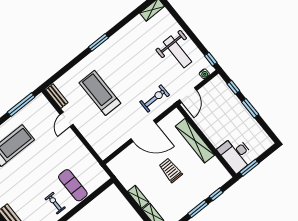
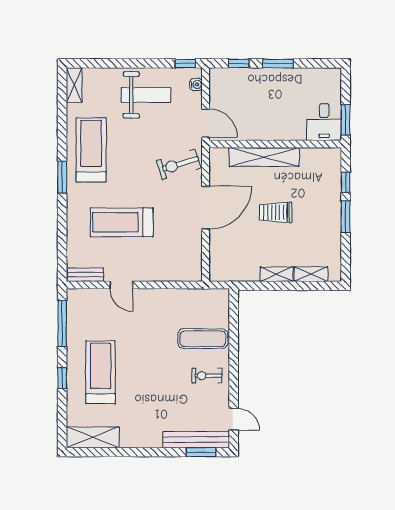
treadmill: (125, 46) -> (91, 150), added
exercise bike: (155, 98) -> (178, 164), turned -107
desk: (236, 154) -> (324, 122), width x0.73

